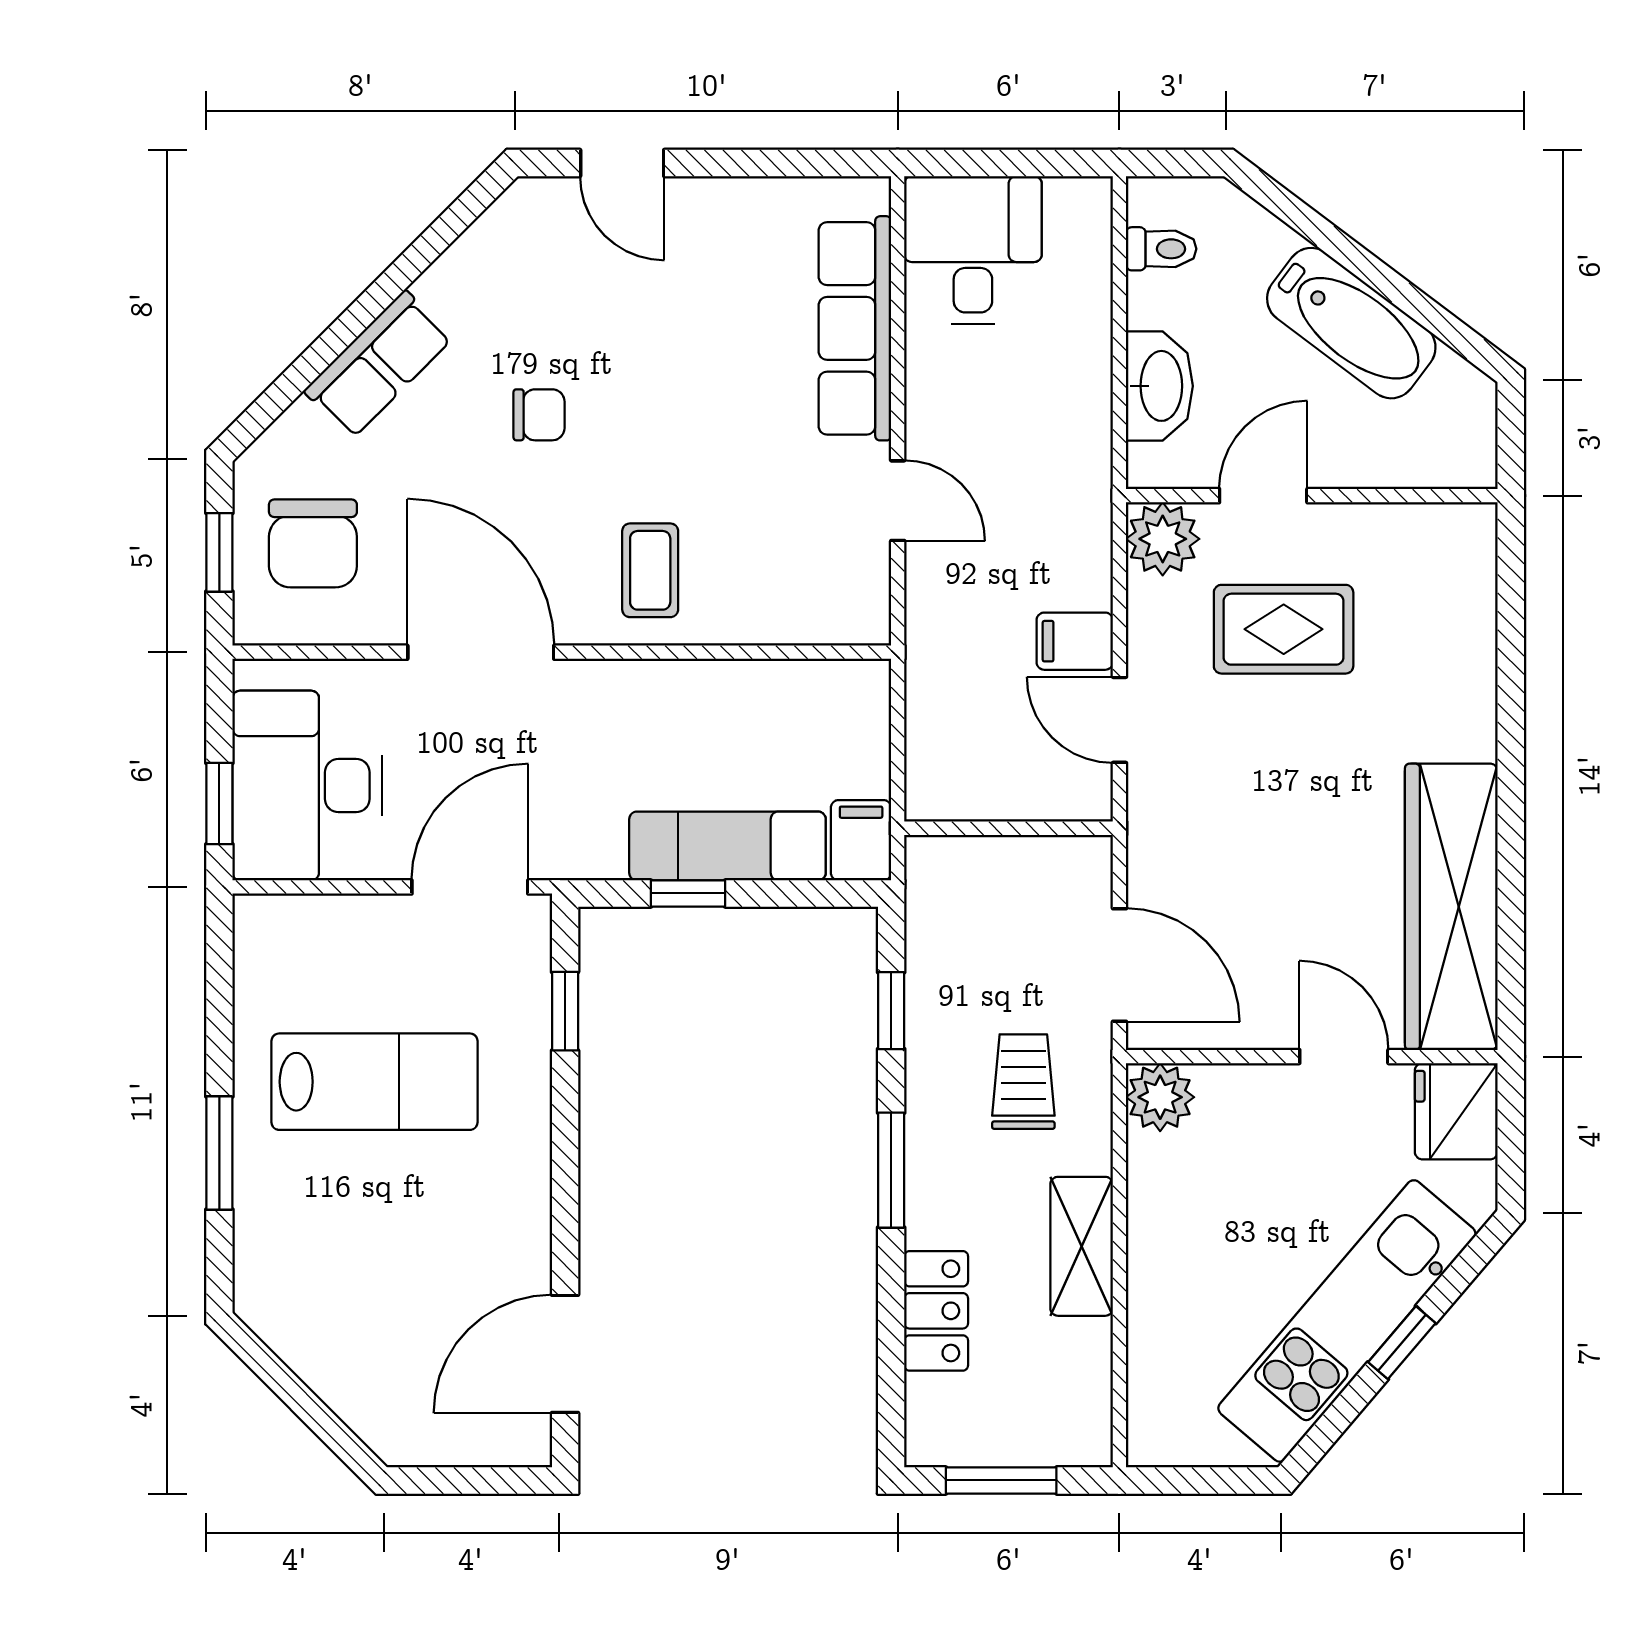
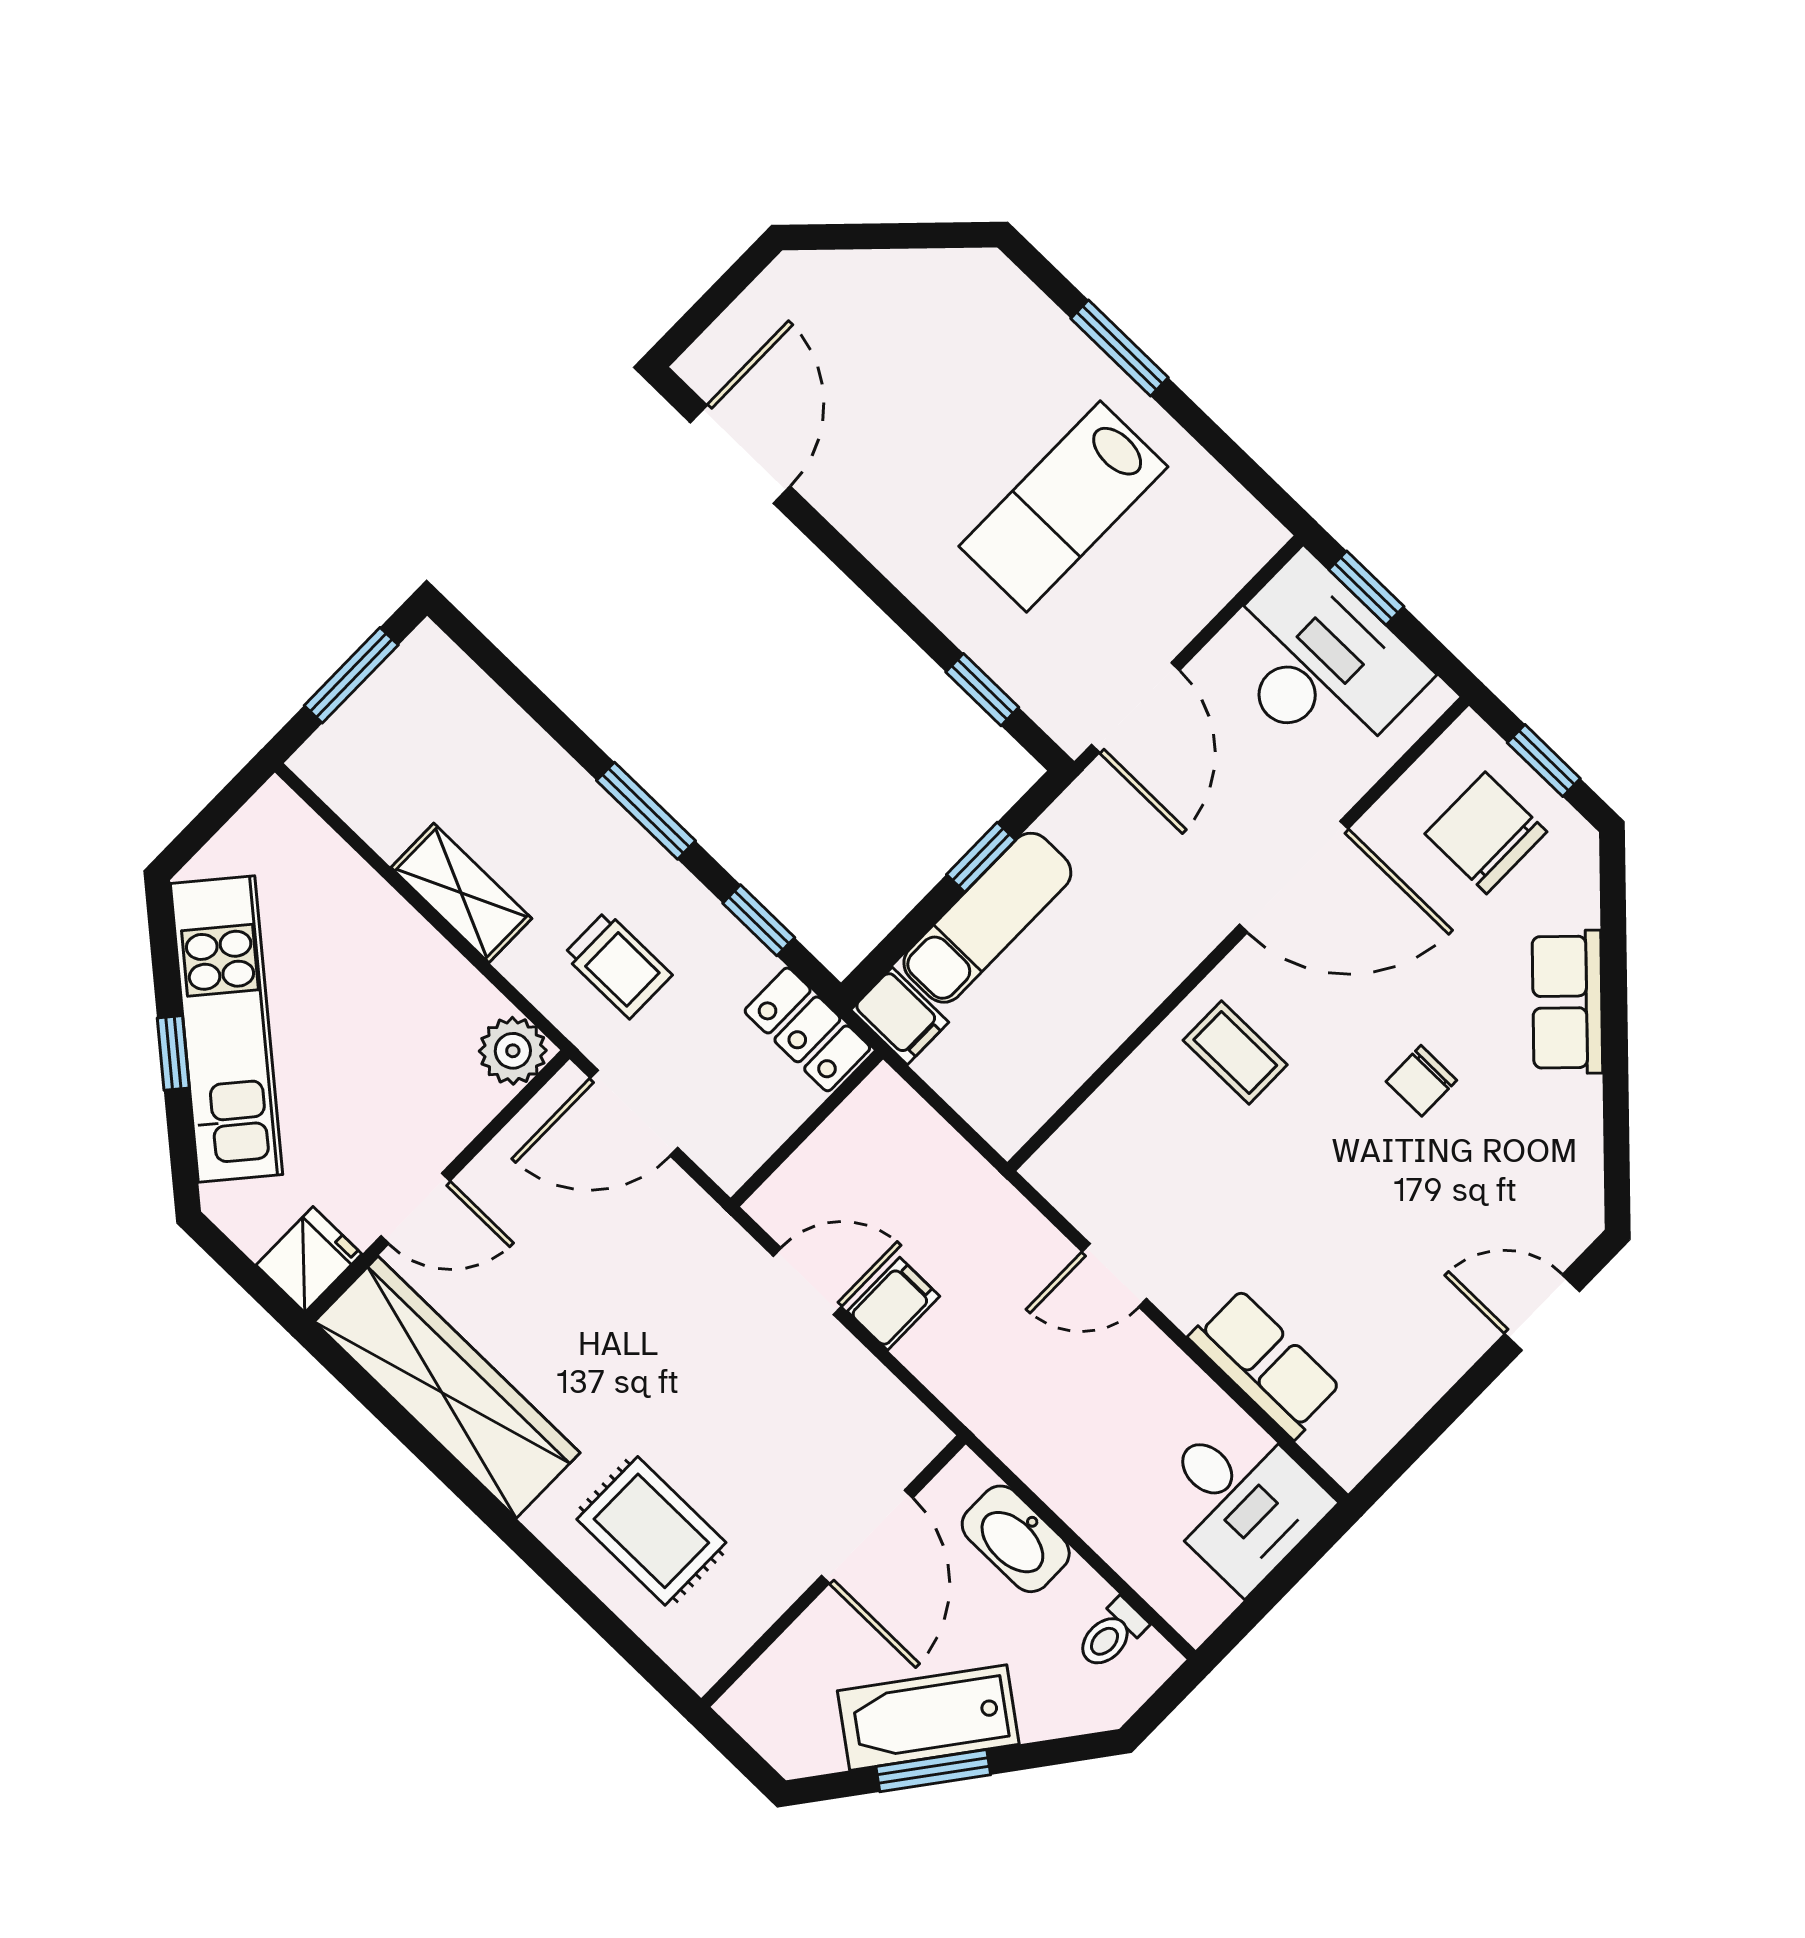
window: (1386, 282) -> (933, 1771), added
row of seats: (855, 328) -> (1265, 1363), width x0.68
door: (1263, 496) -> (867, 1537), width x1.38
plant: (1163, 539) -> (905, 1436), removed
rug: (1284, 629) -> (651, 1531), moved, turned 90
fridge: (1456, 1111) -> (309, 1260), width x0.72
locker: (936, 1311) -> (807, 1029), moved

